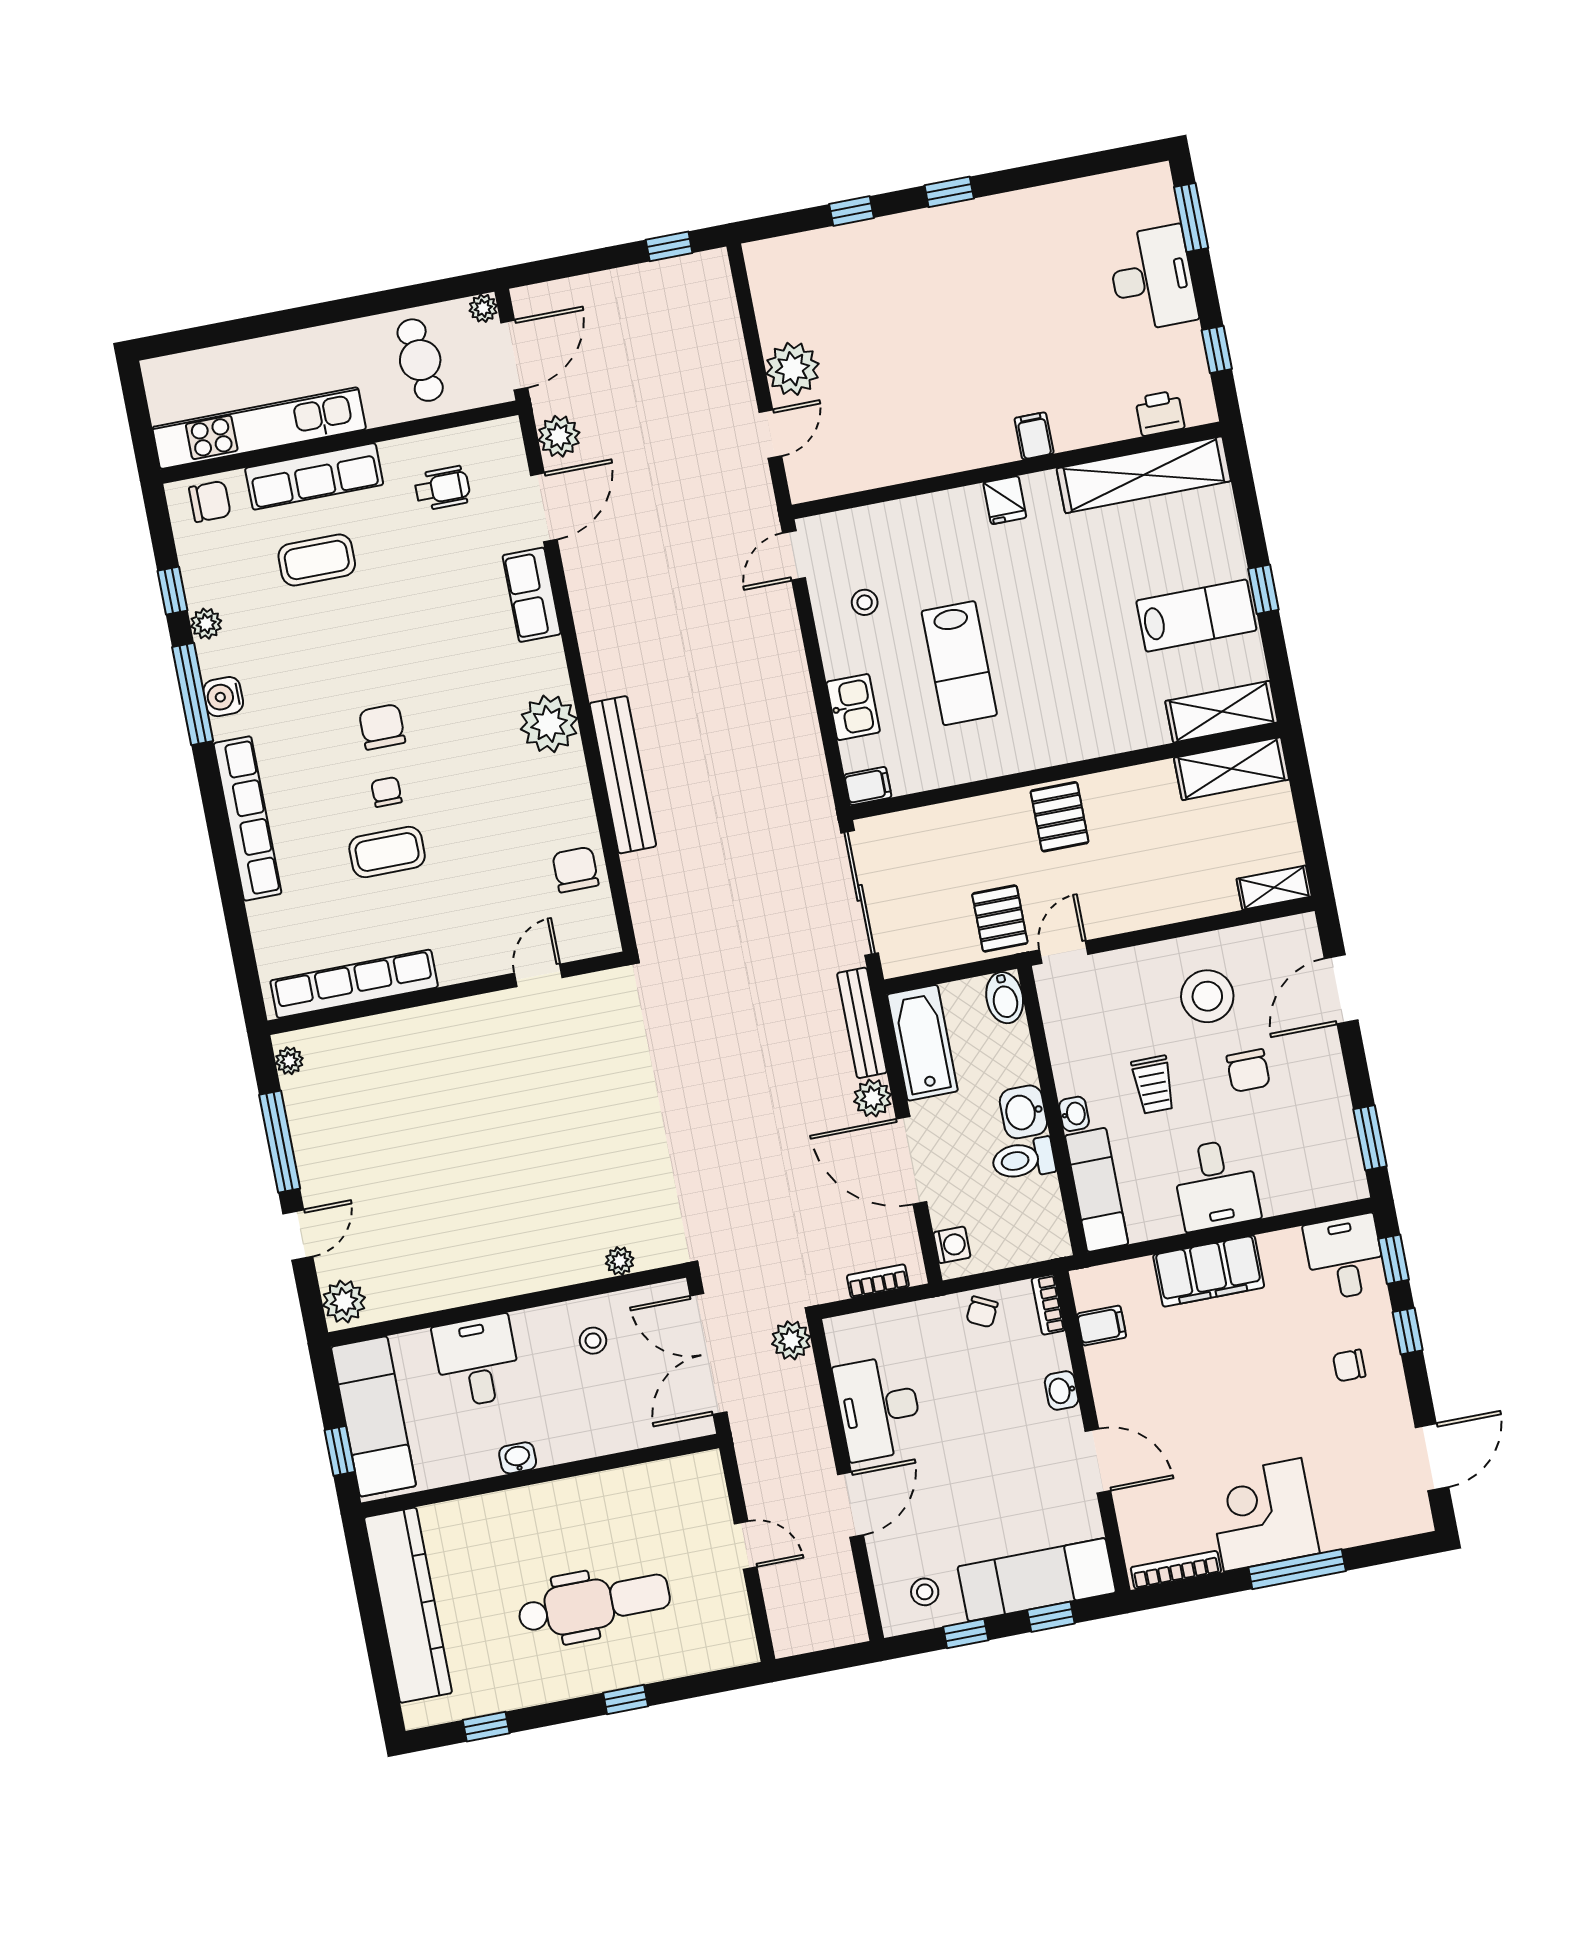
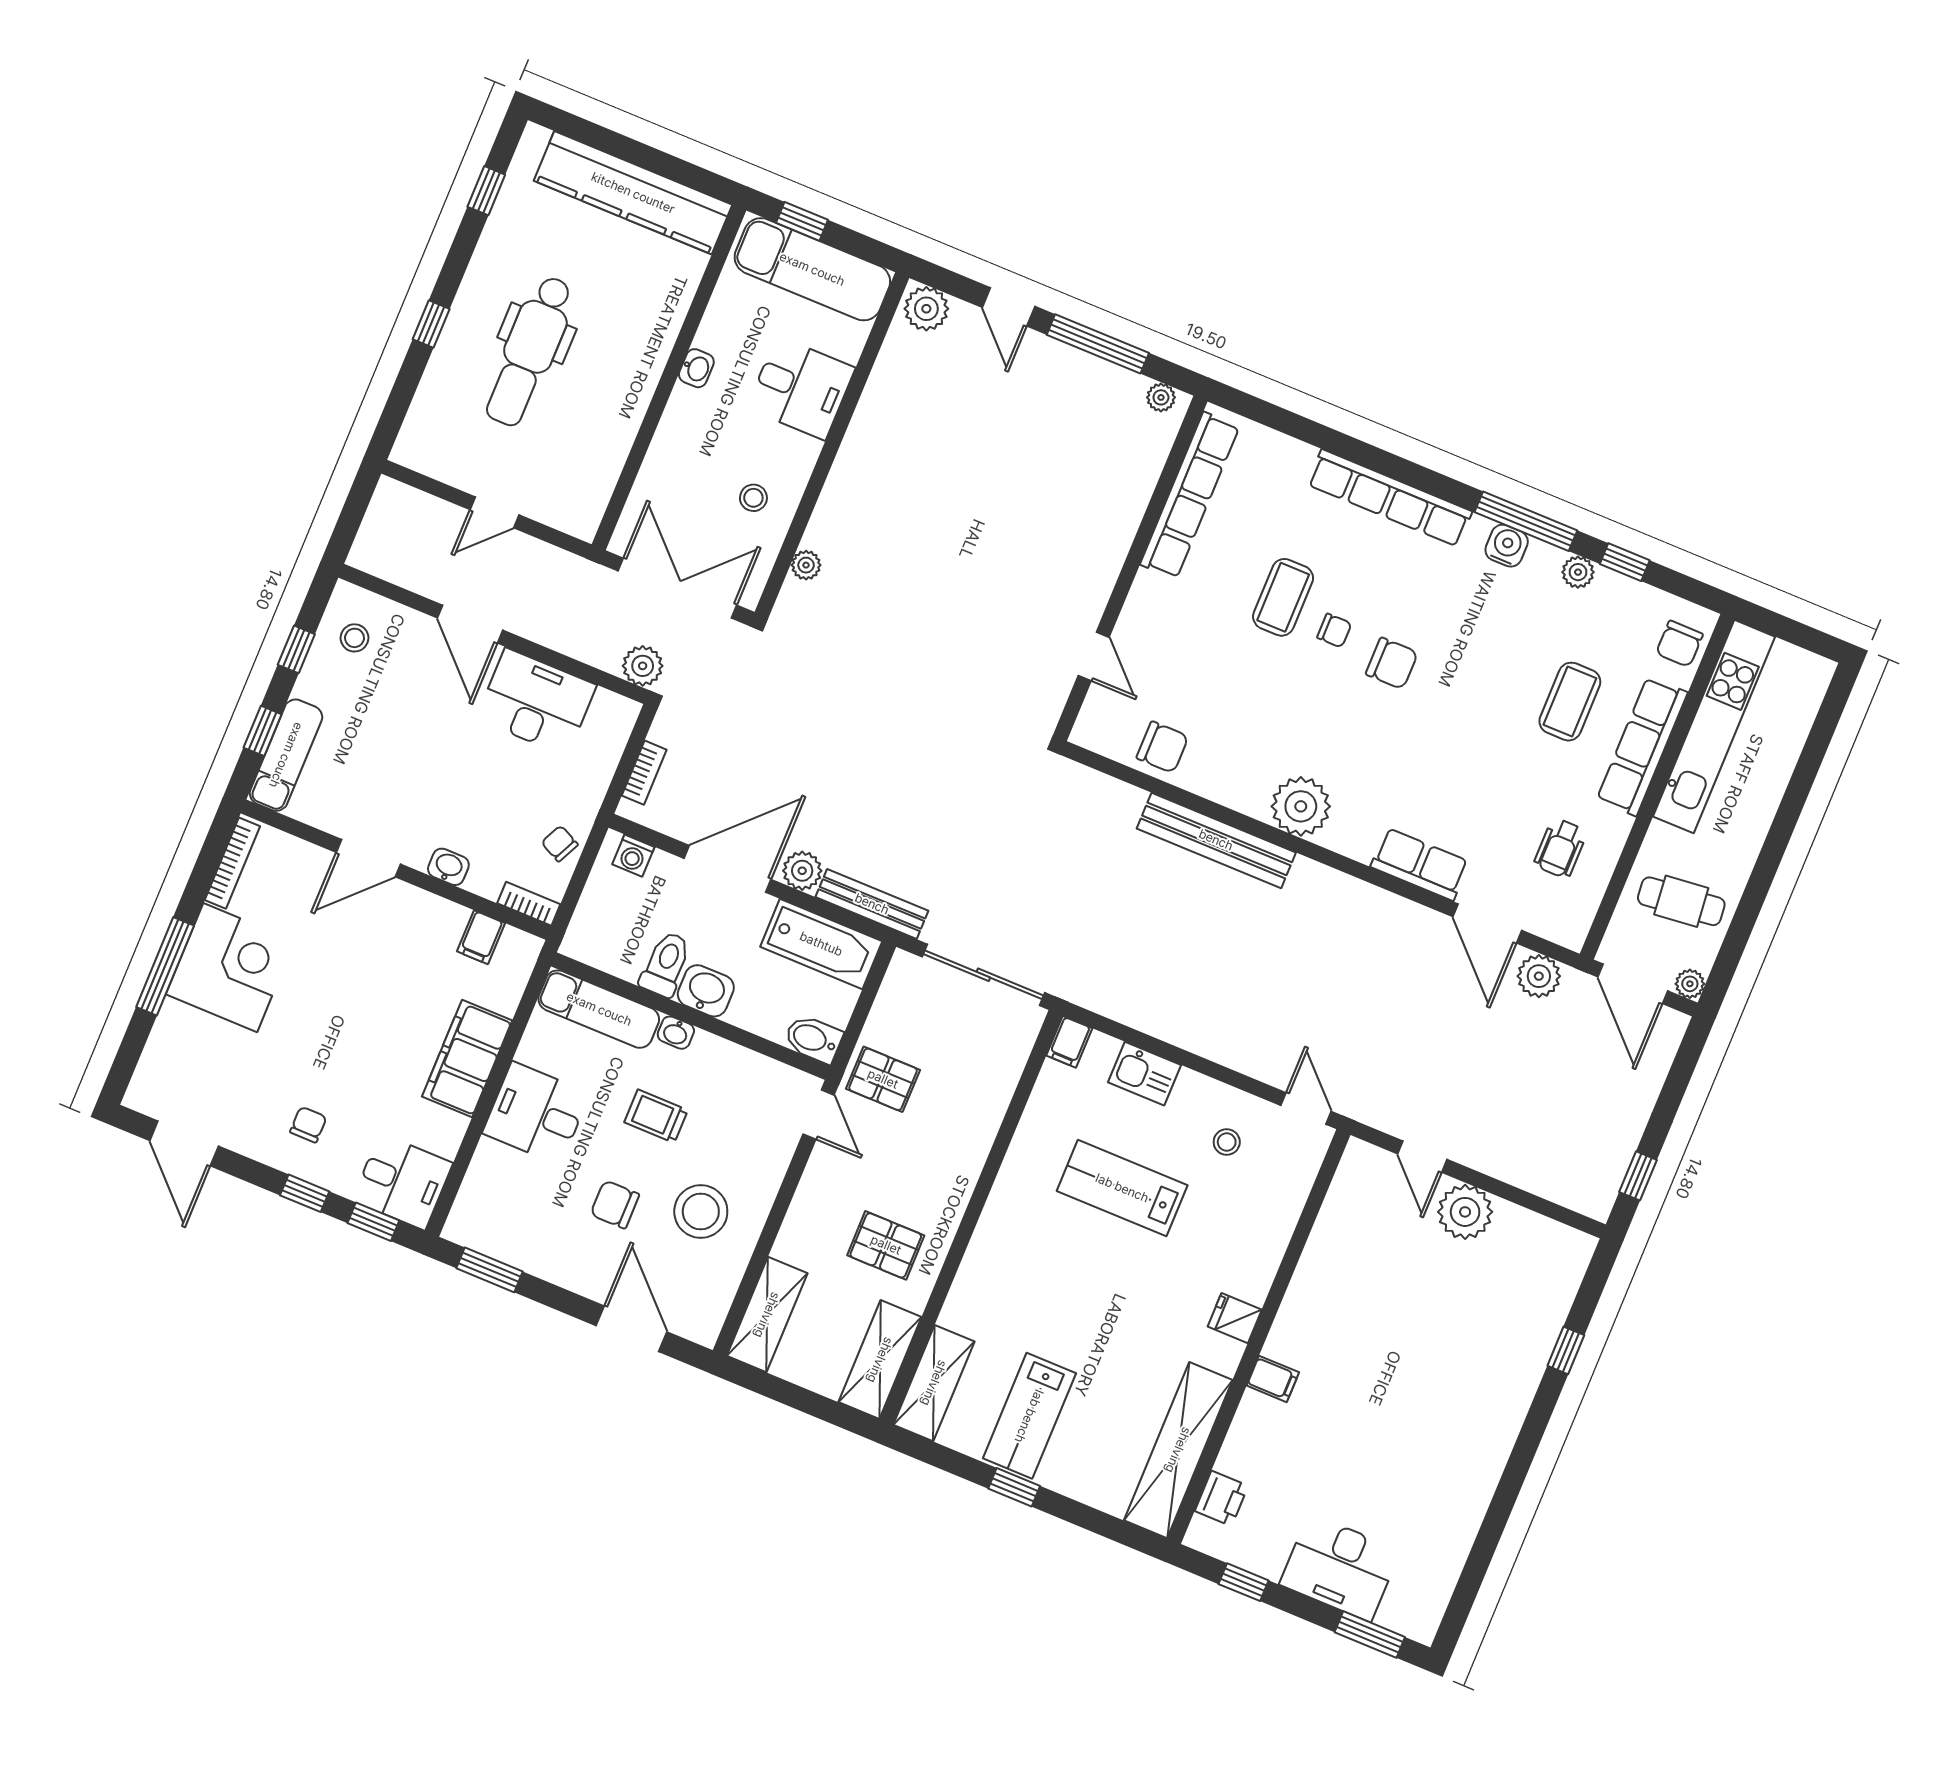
window: (949, 192) -> (1527, 1444), removed
pallet: (1060, 817) -> (886, 1245), moved
shelving: (1274, 888) -> (767, 1315), width x1.50, depth x1.33
exam couch: (1037, 1580) -> (286, 755), width x0.73, depth x0.69

